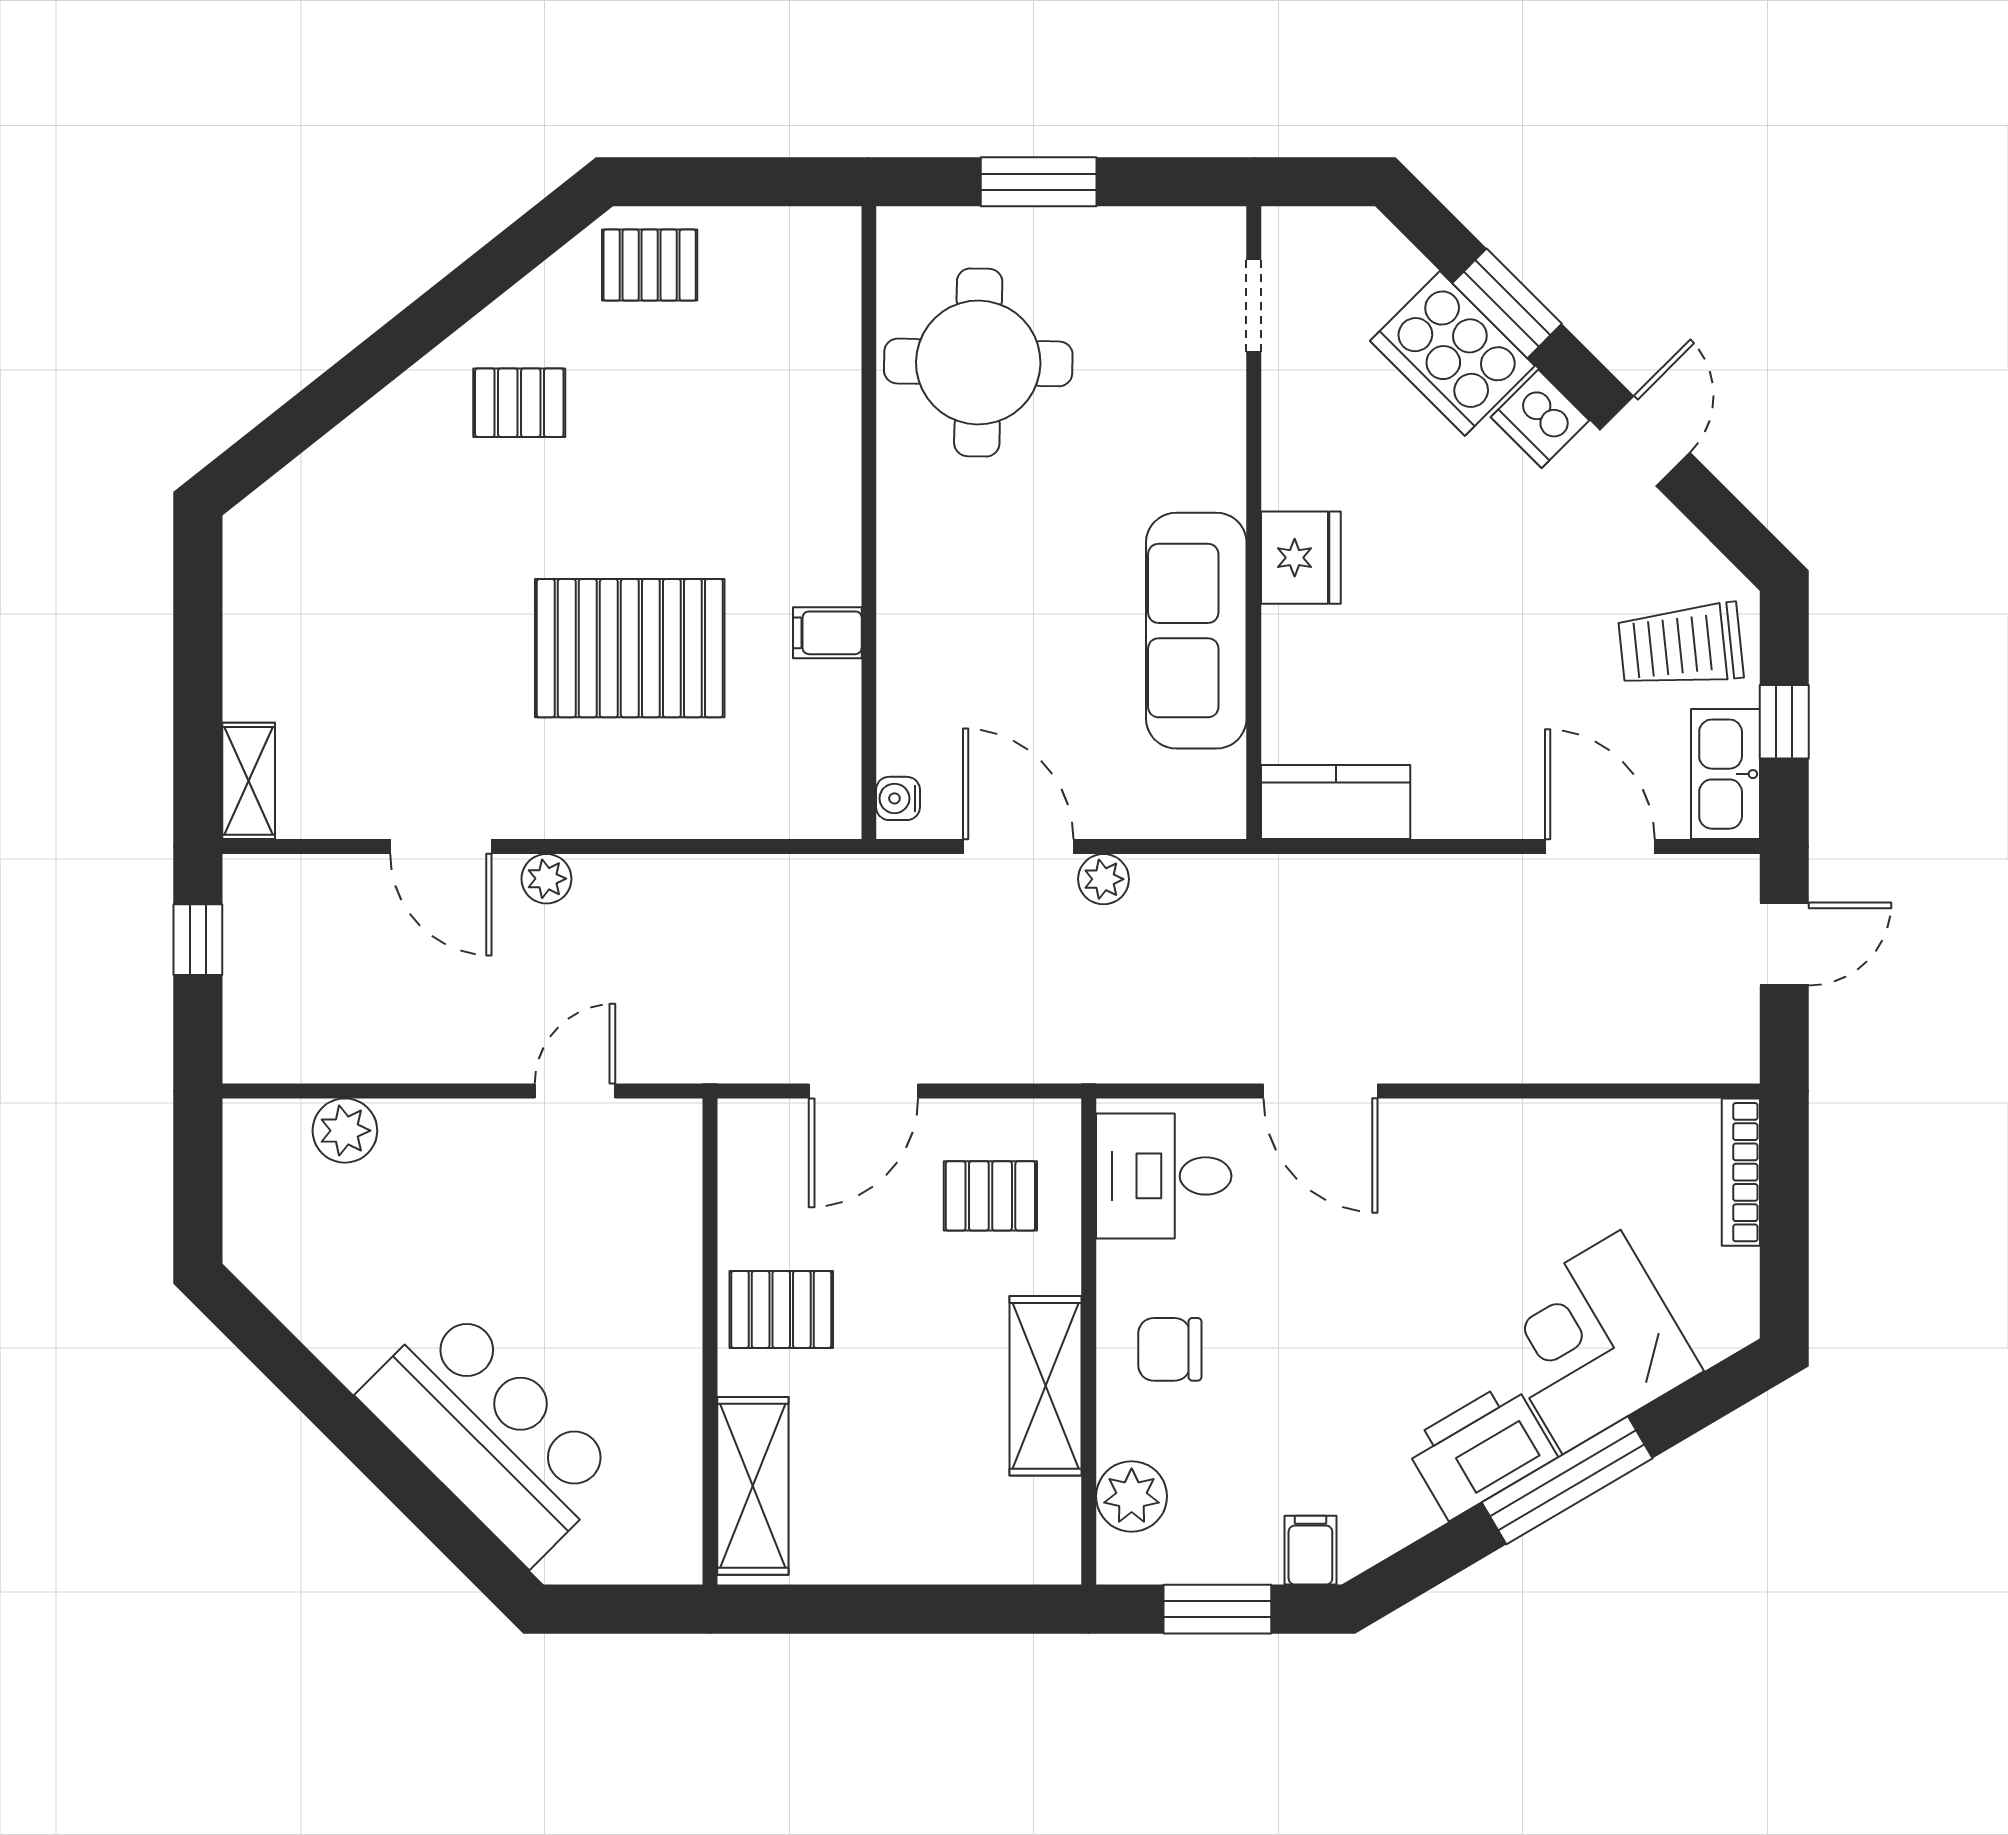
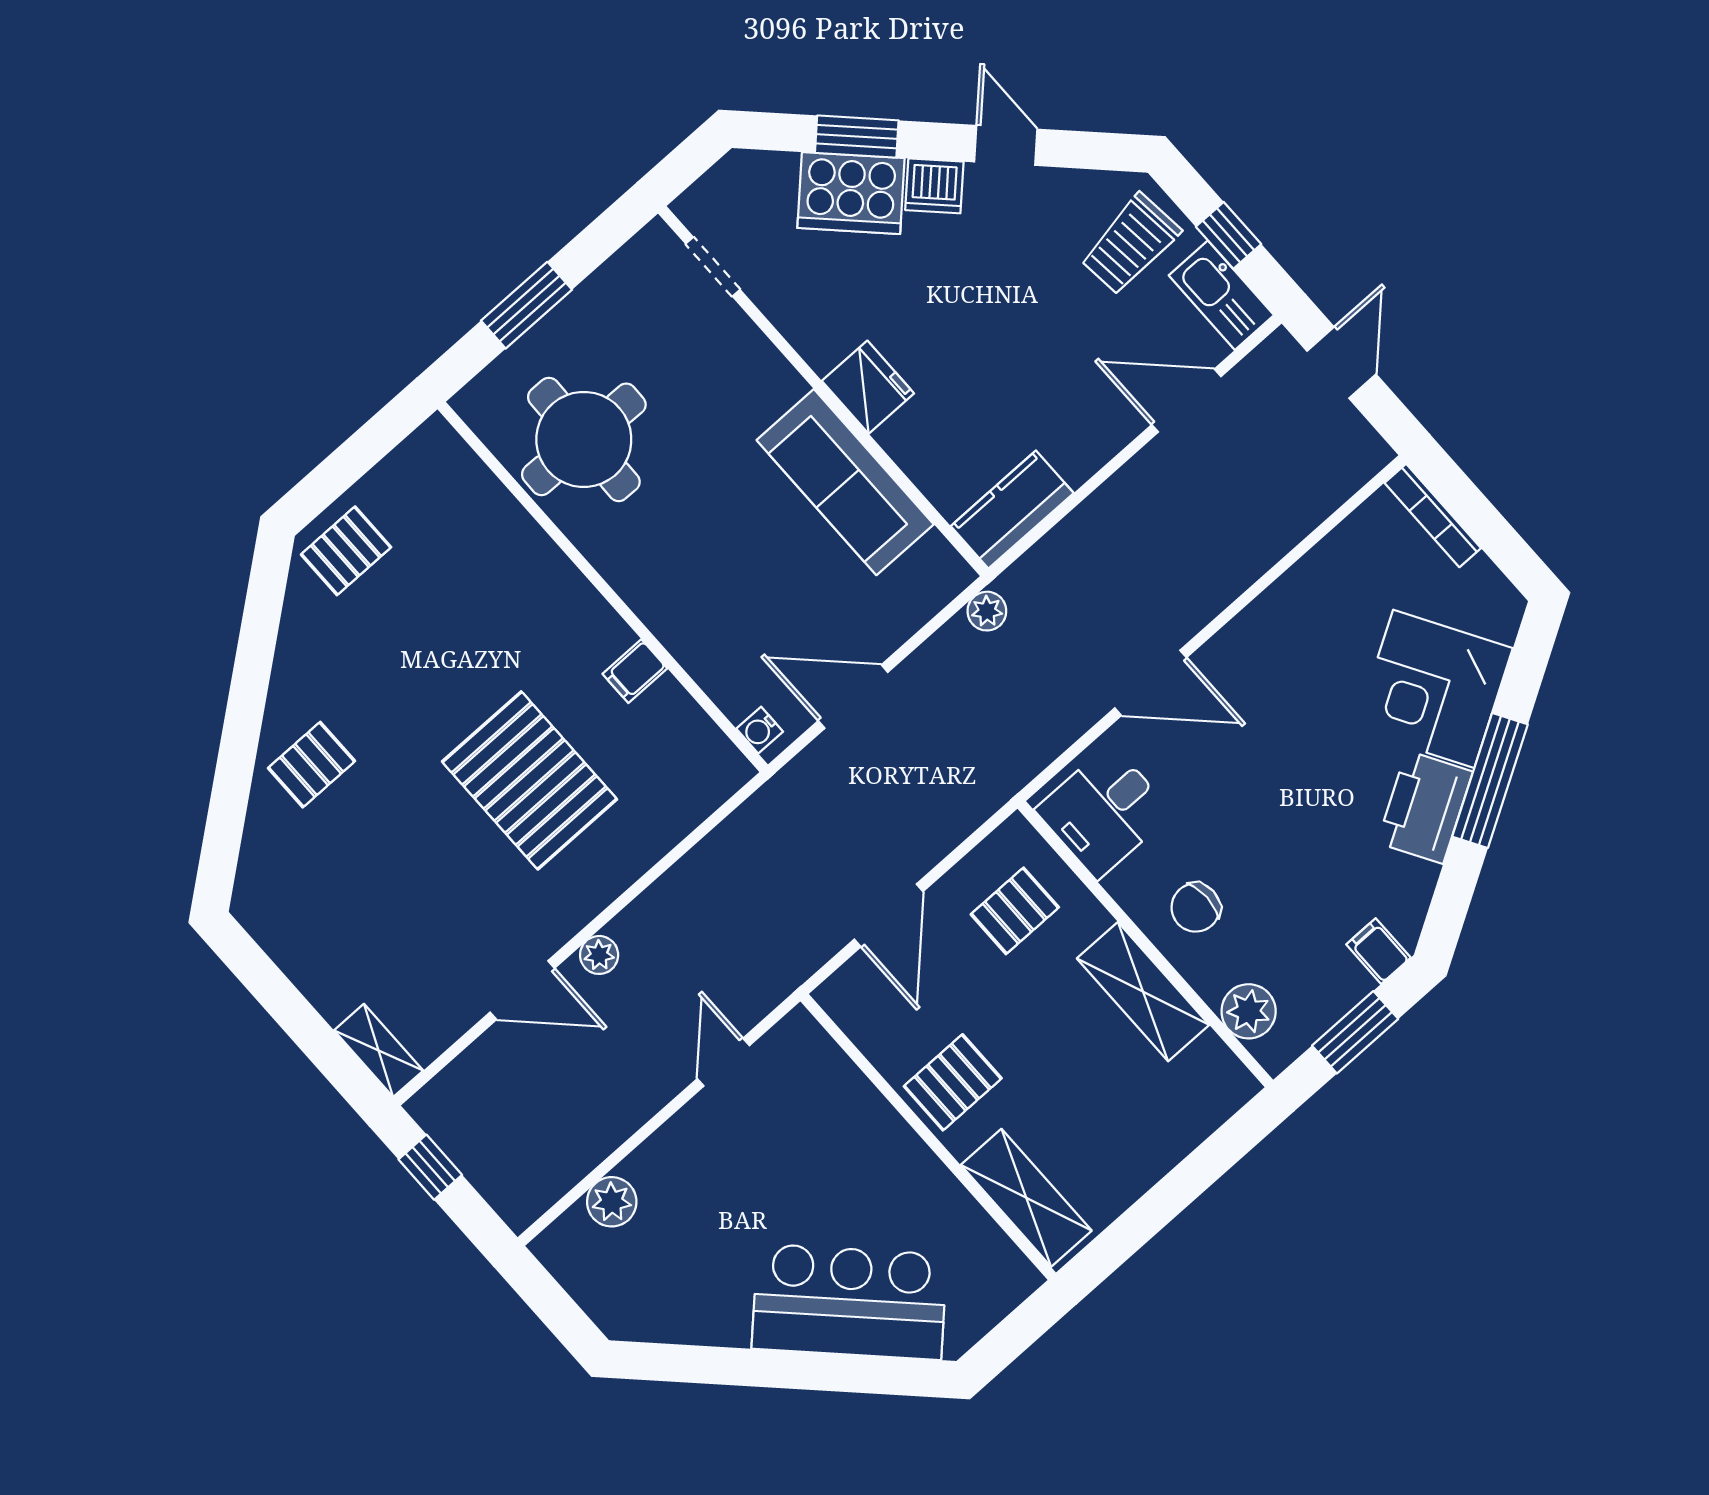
pallet: (519, 403) -> (312, 765), moved
pallet: (630, 648) -> (530, 780), turned 90
plant: (1103, 879) -> (987, 611), moved

